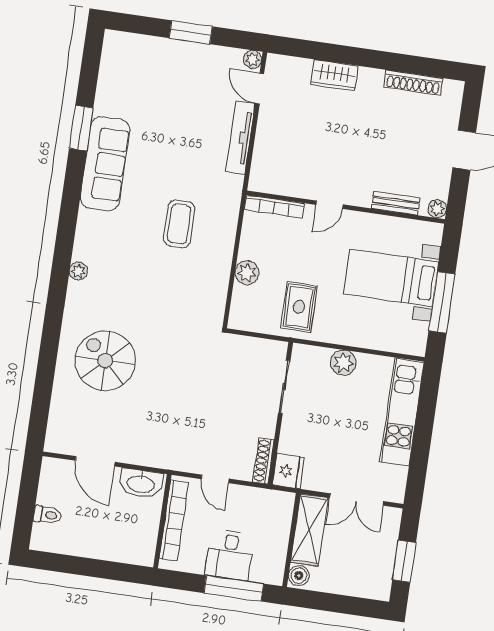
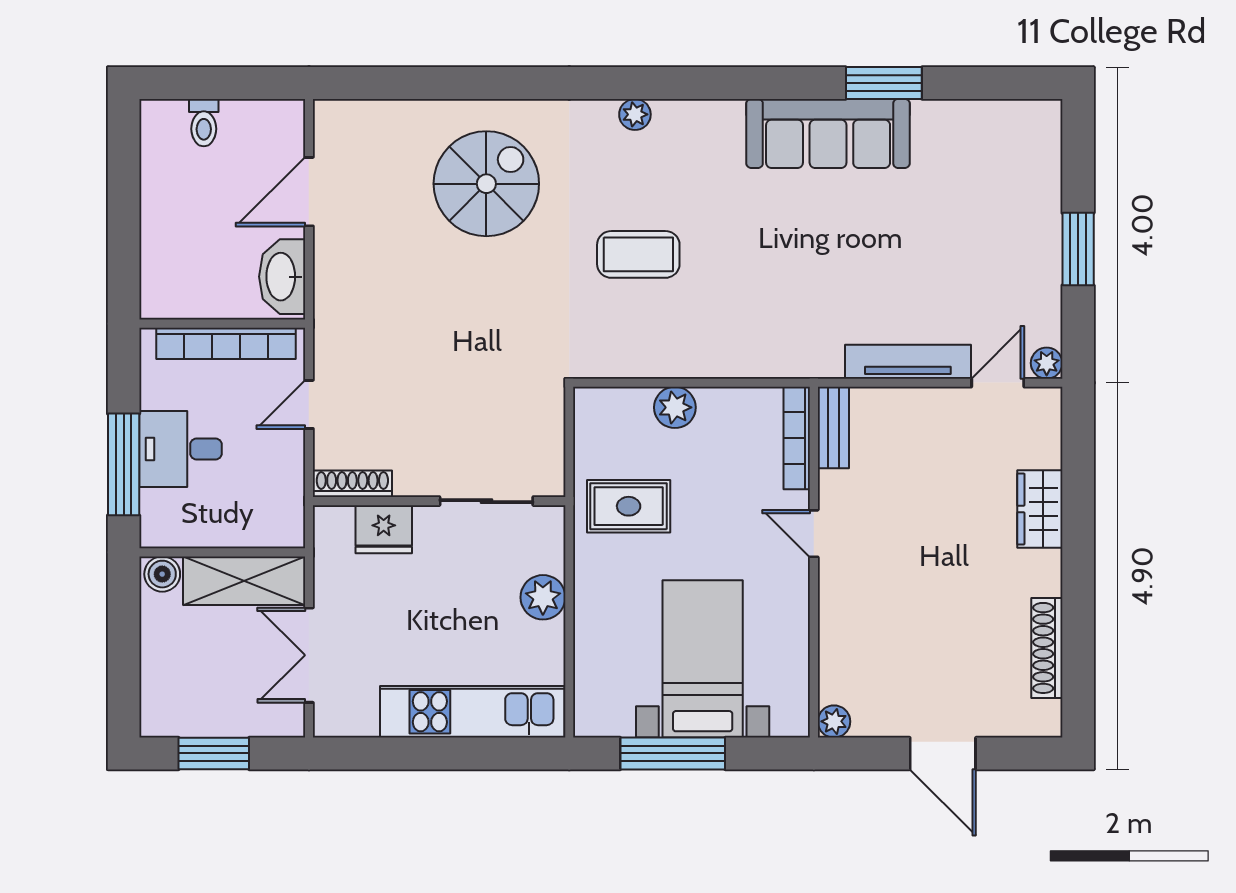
bench: (396, 203) -> (833, 427), moved
coffee table: (179, 224) -> (638, 254), moved
fridge: (288, 471) -> (384, 529), moved

